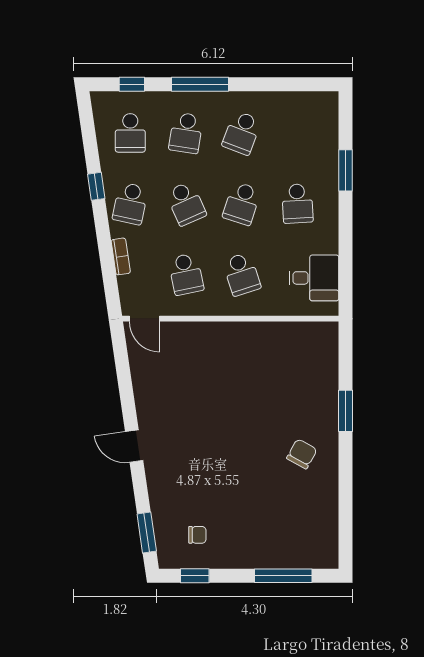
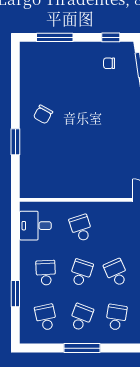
window: (200, 84) -> (82, 348), moved
school desk: (186, 274) -> (46, 317), moved

